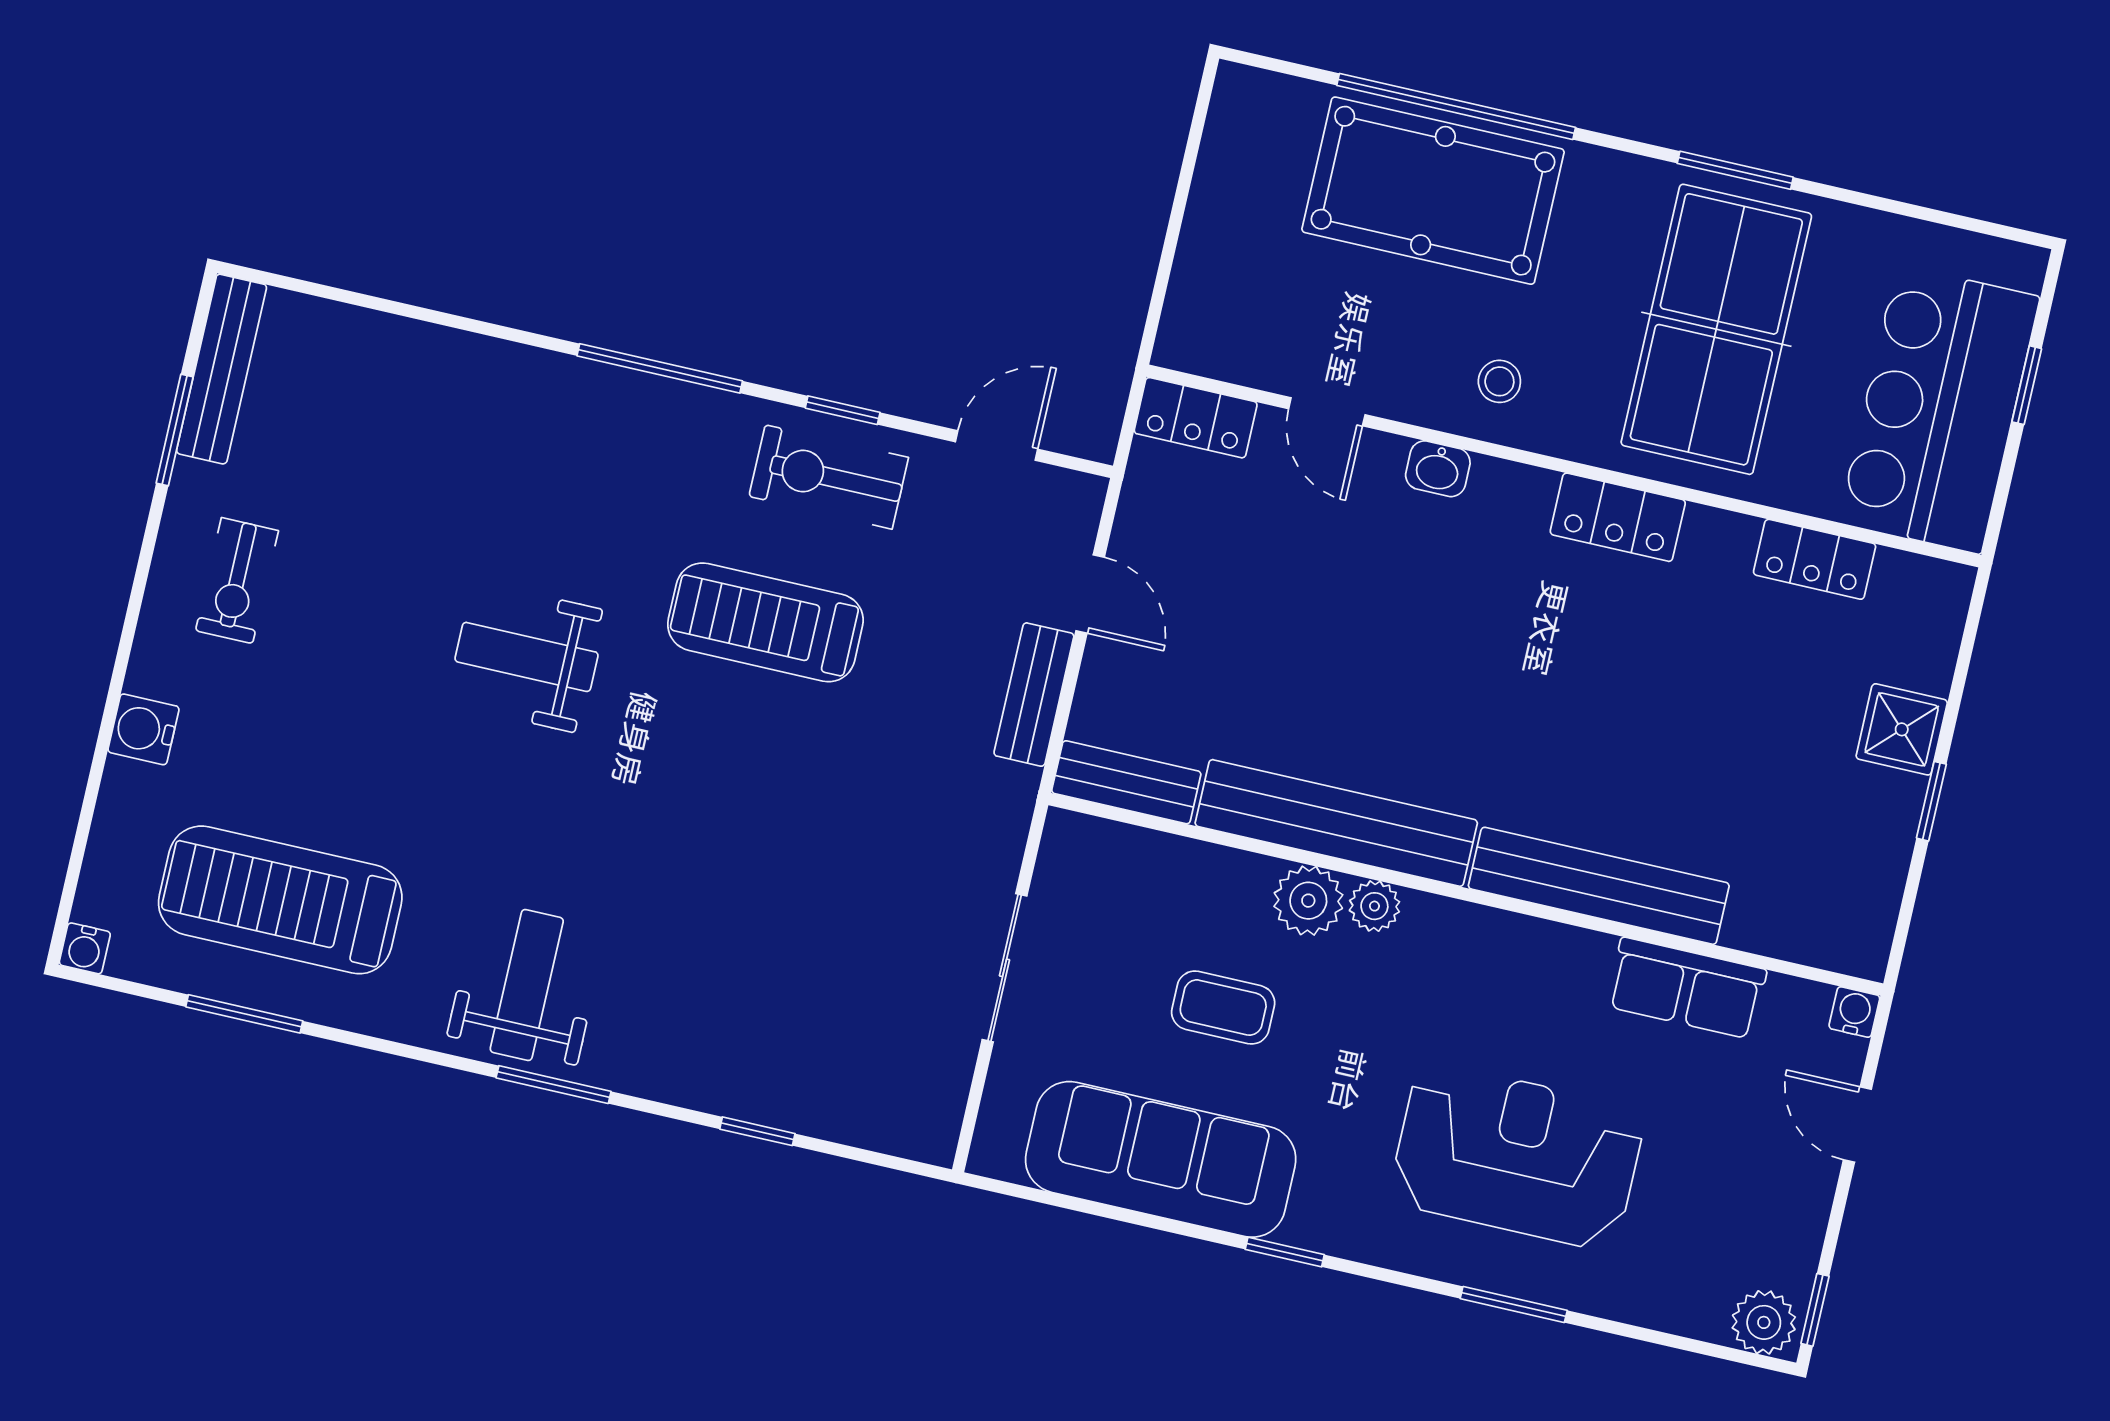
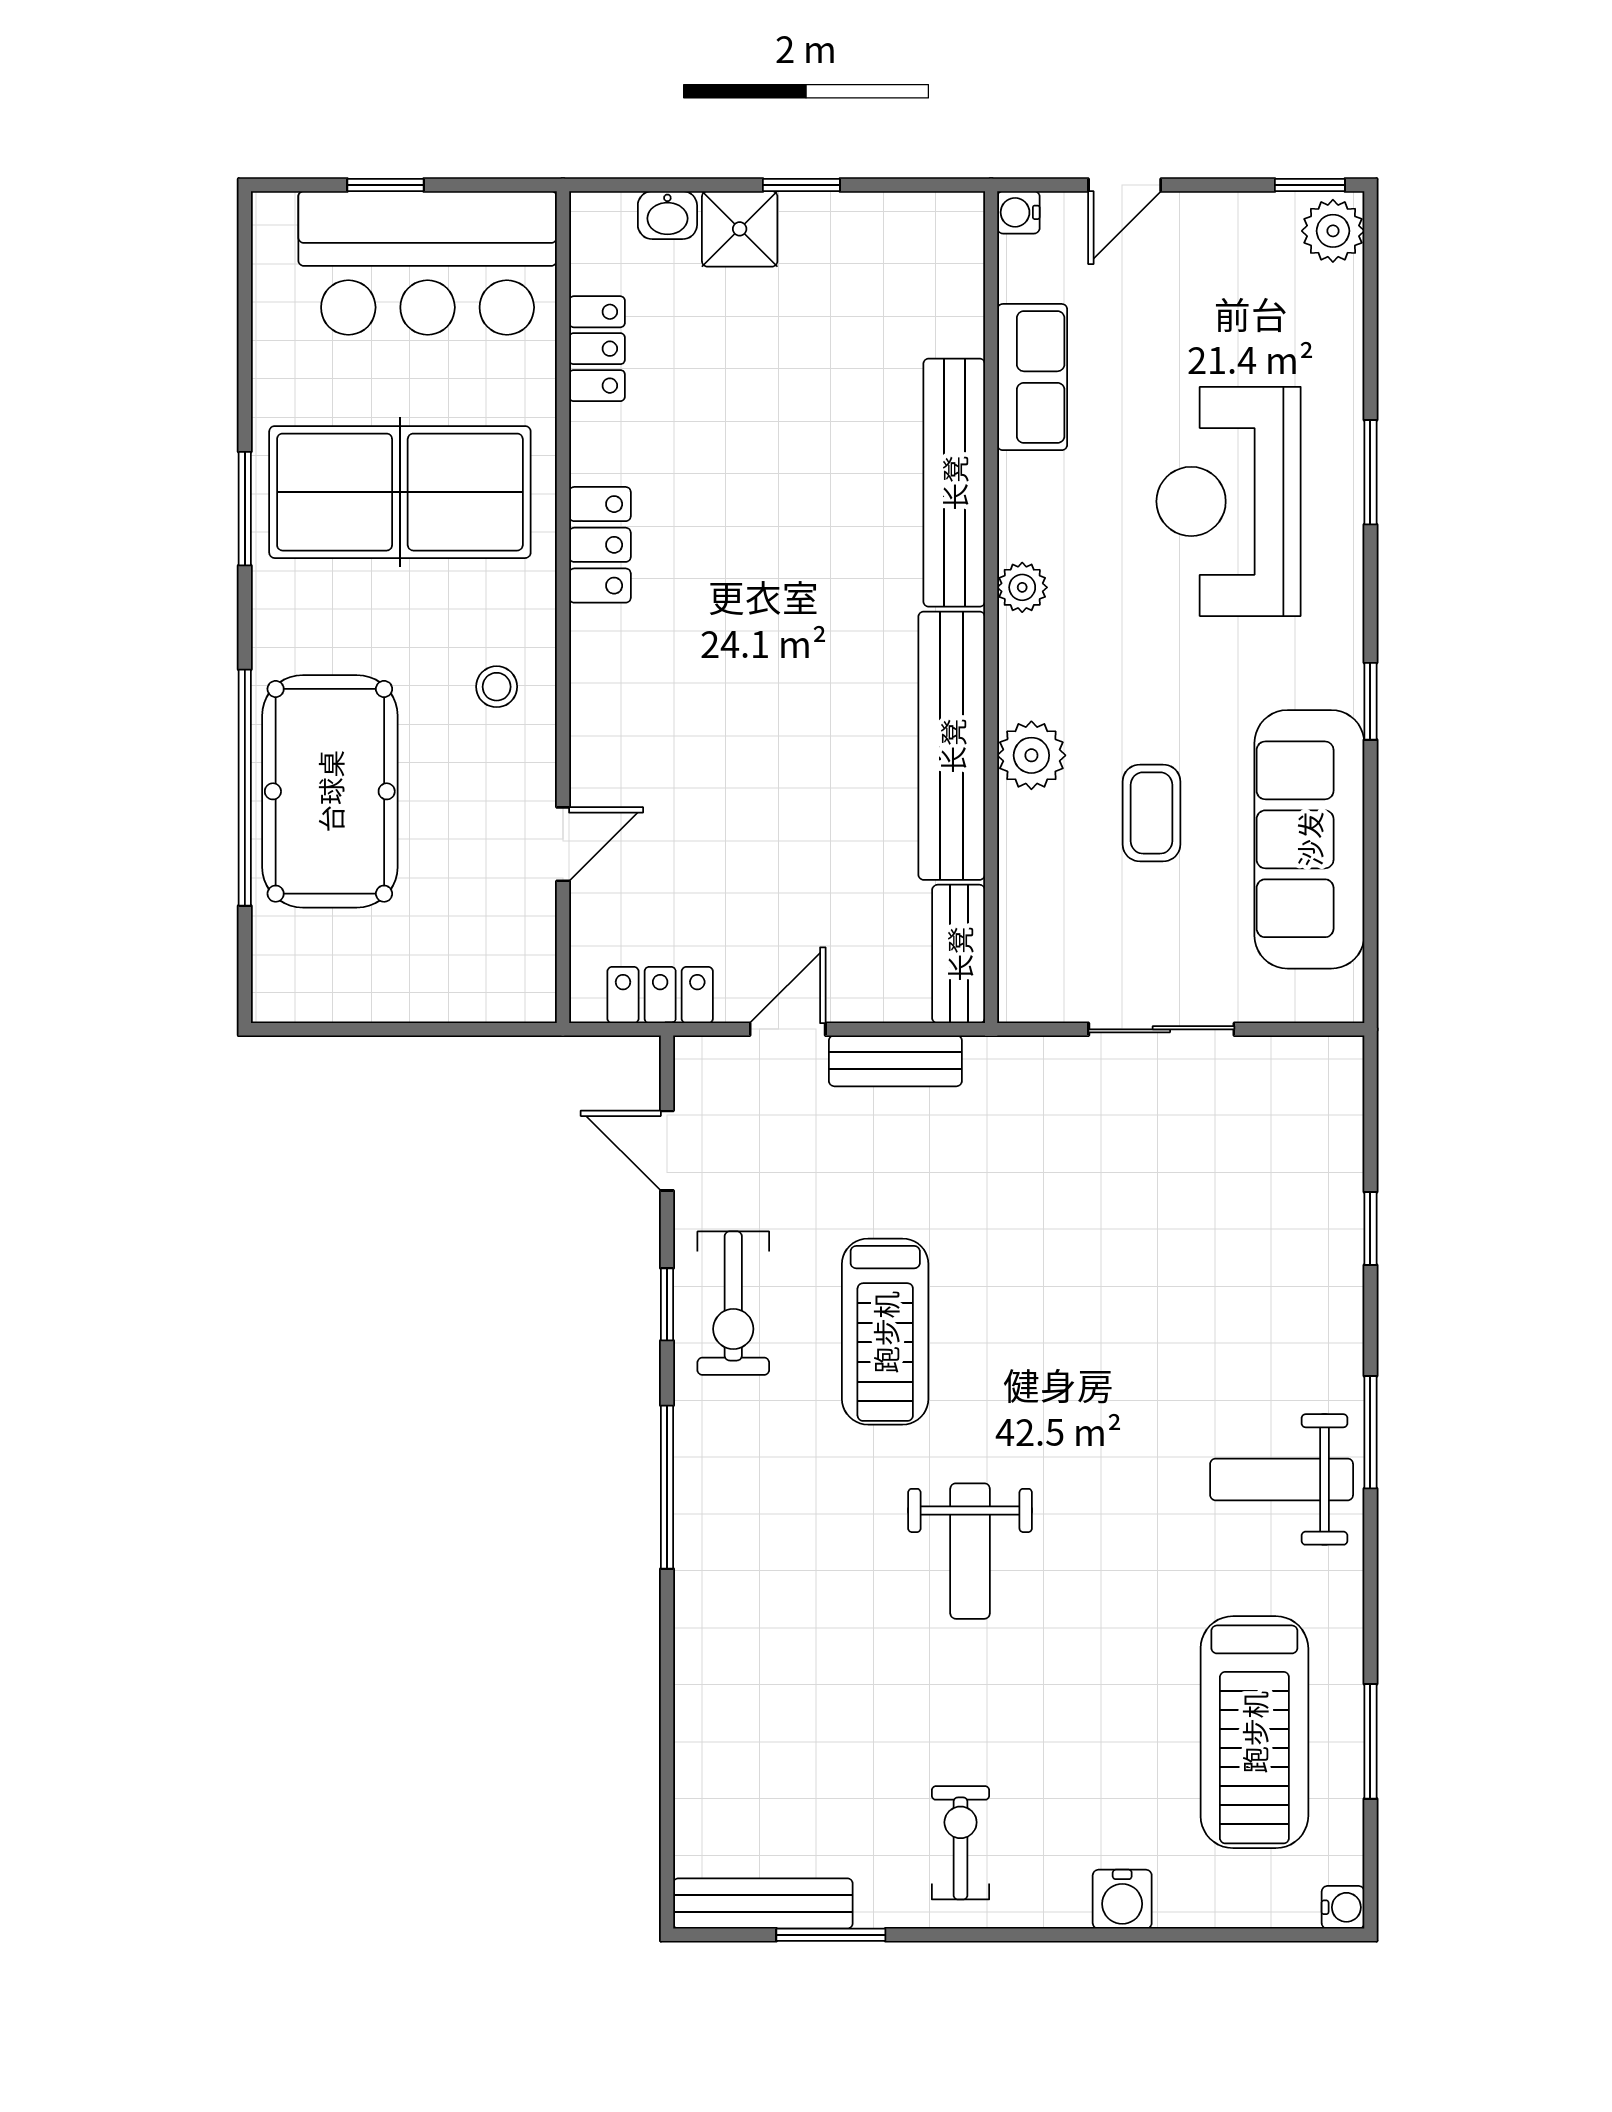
locker: (1196, 418) -> (660, 995), moved, turned -90
washbasin: (1438, 469) -> (667, 215), moved, turned 90
exercise bike: (237, 581) -> (961, 1843), turned -90
plant: (1374, 906) -> (1022, 587), moved

